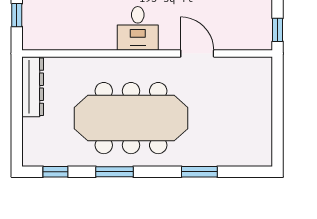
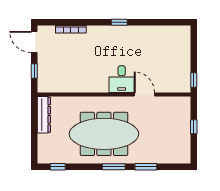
desk: (138, 28) -> (122, 79), moved
window: (278, 106) -> (194, 127), added
window: (114, 172) -> (114, 167), moved

